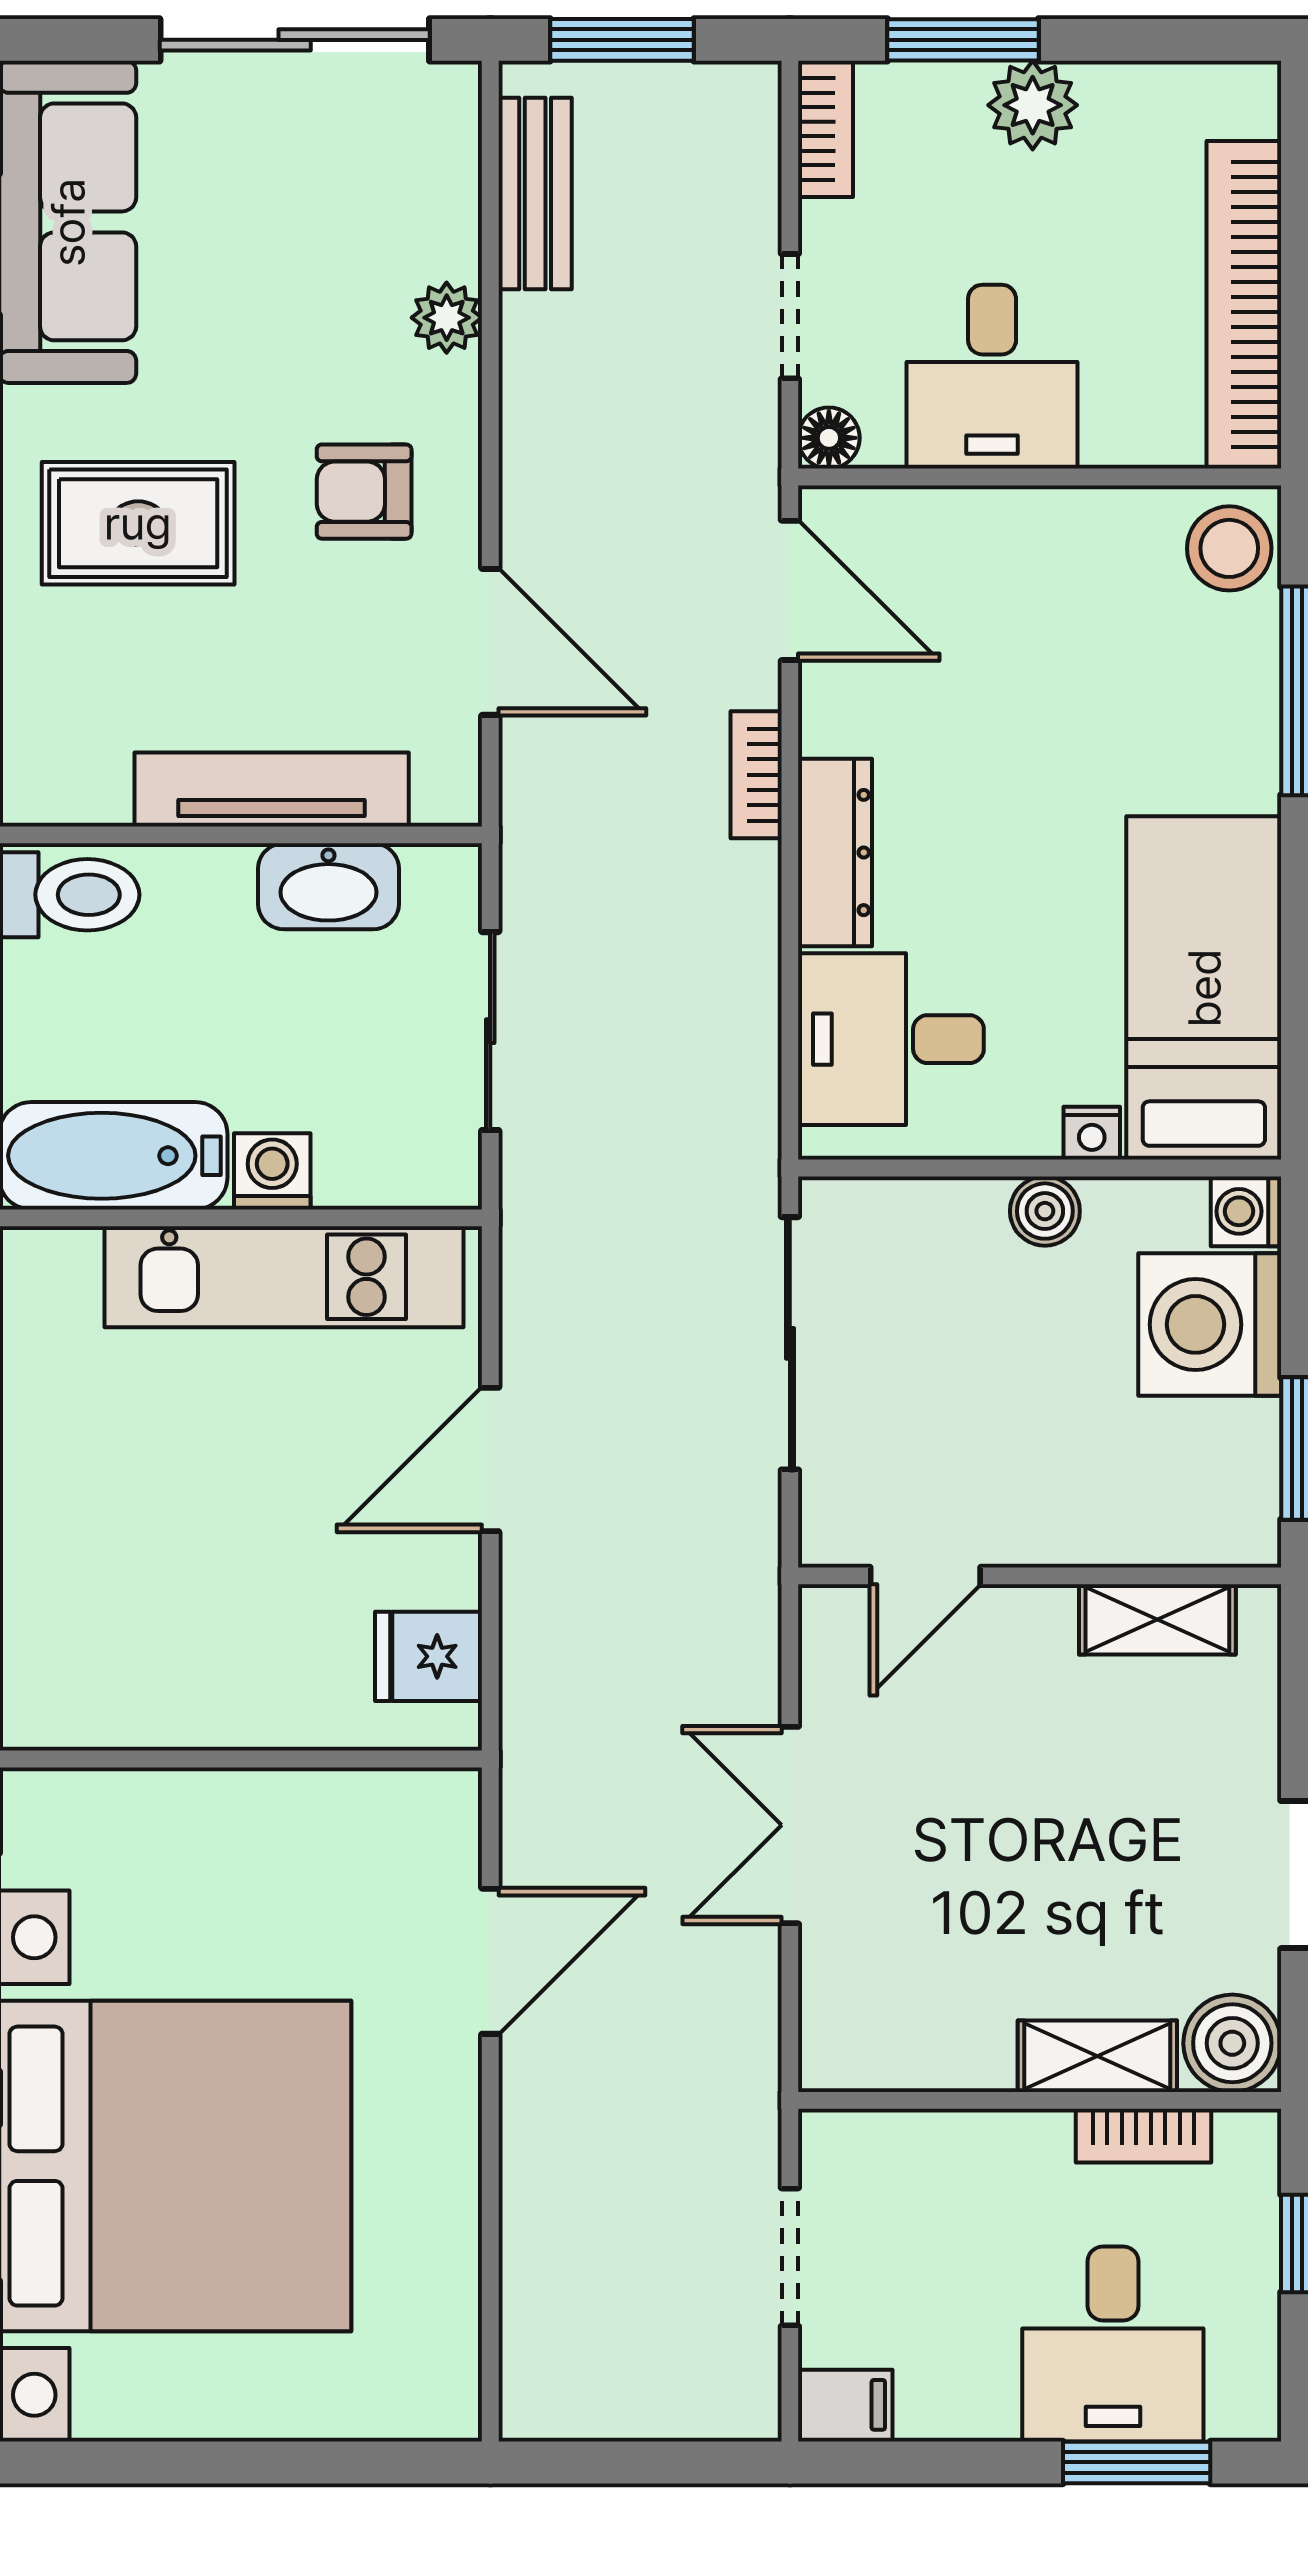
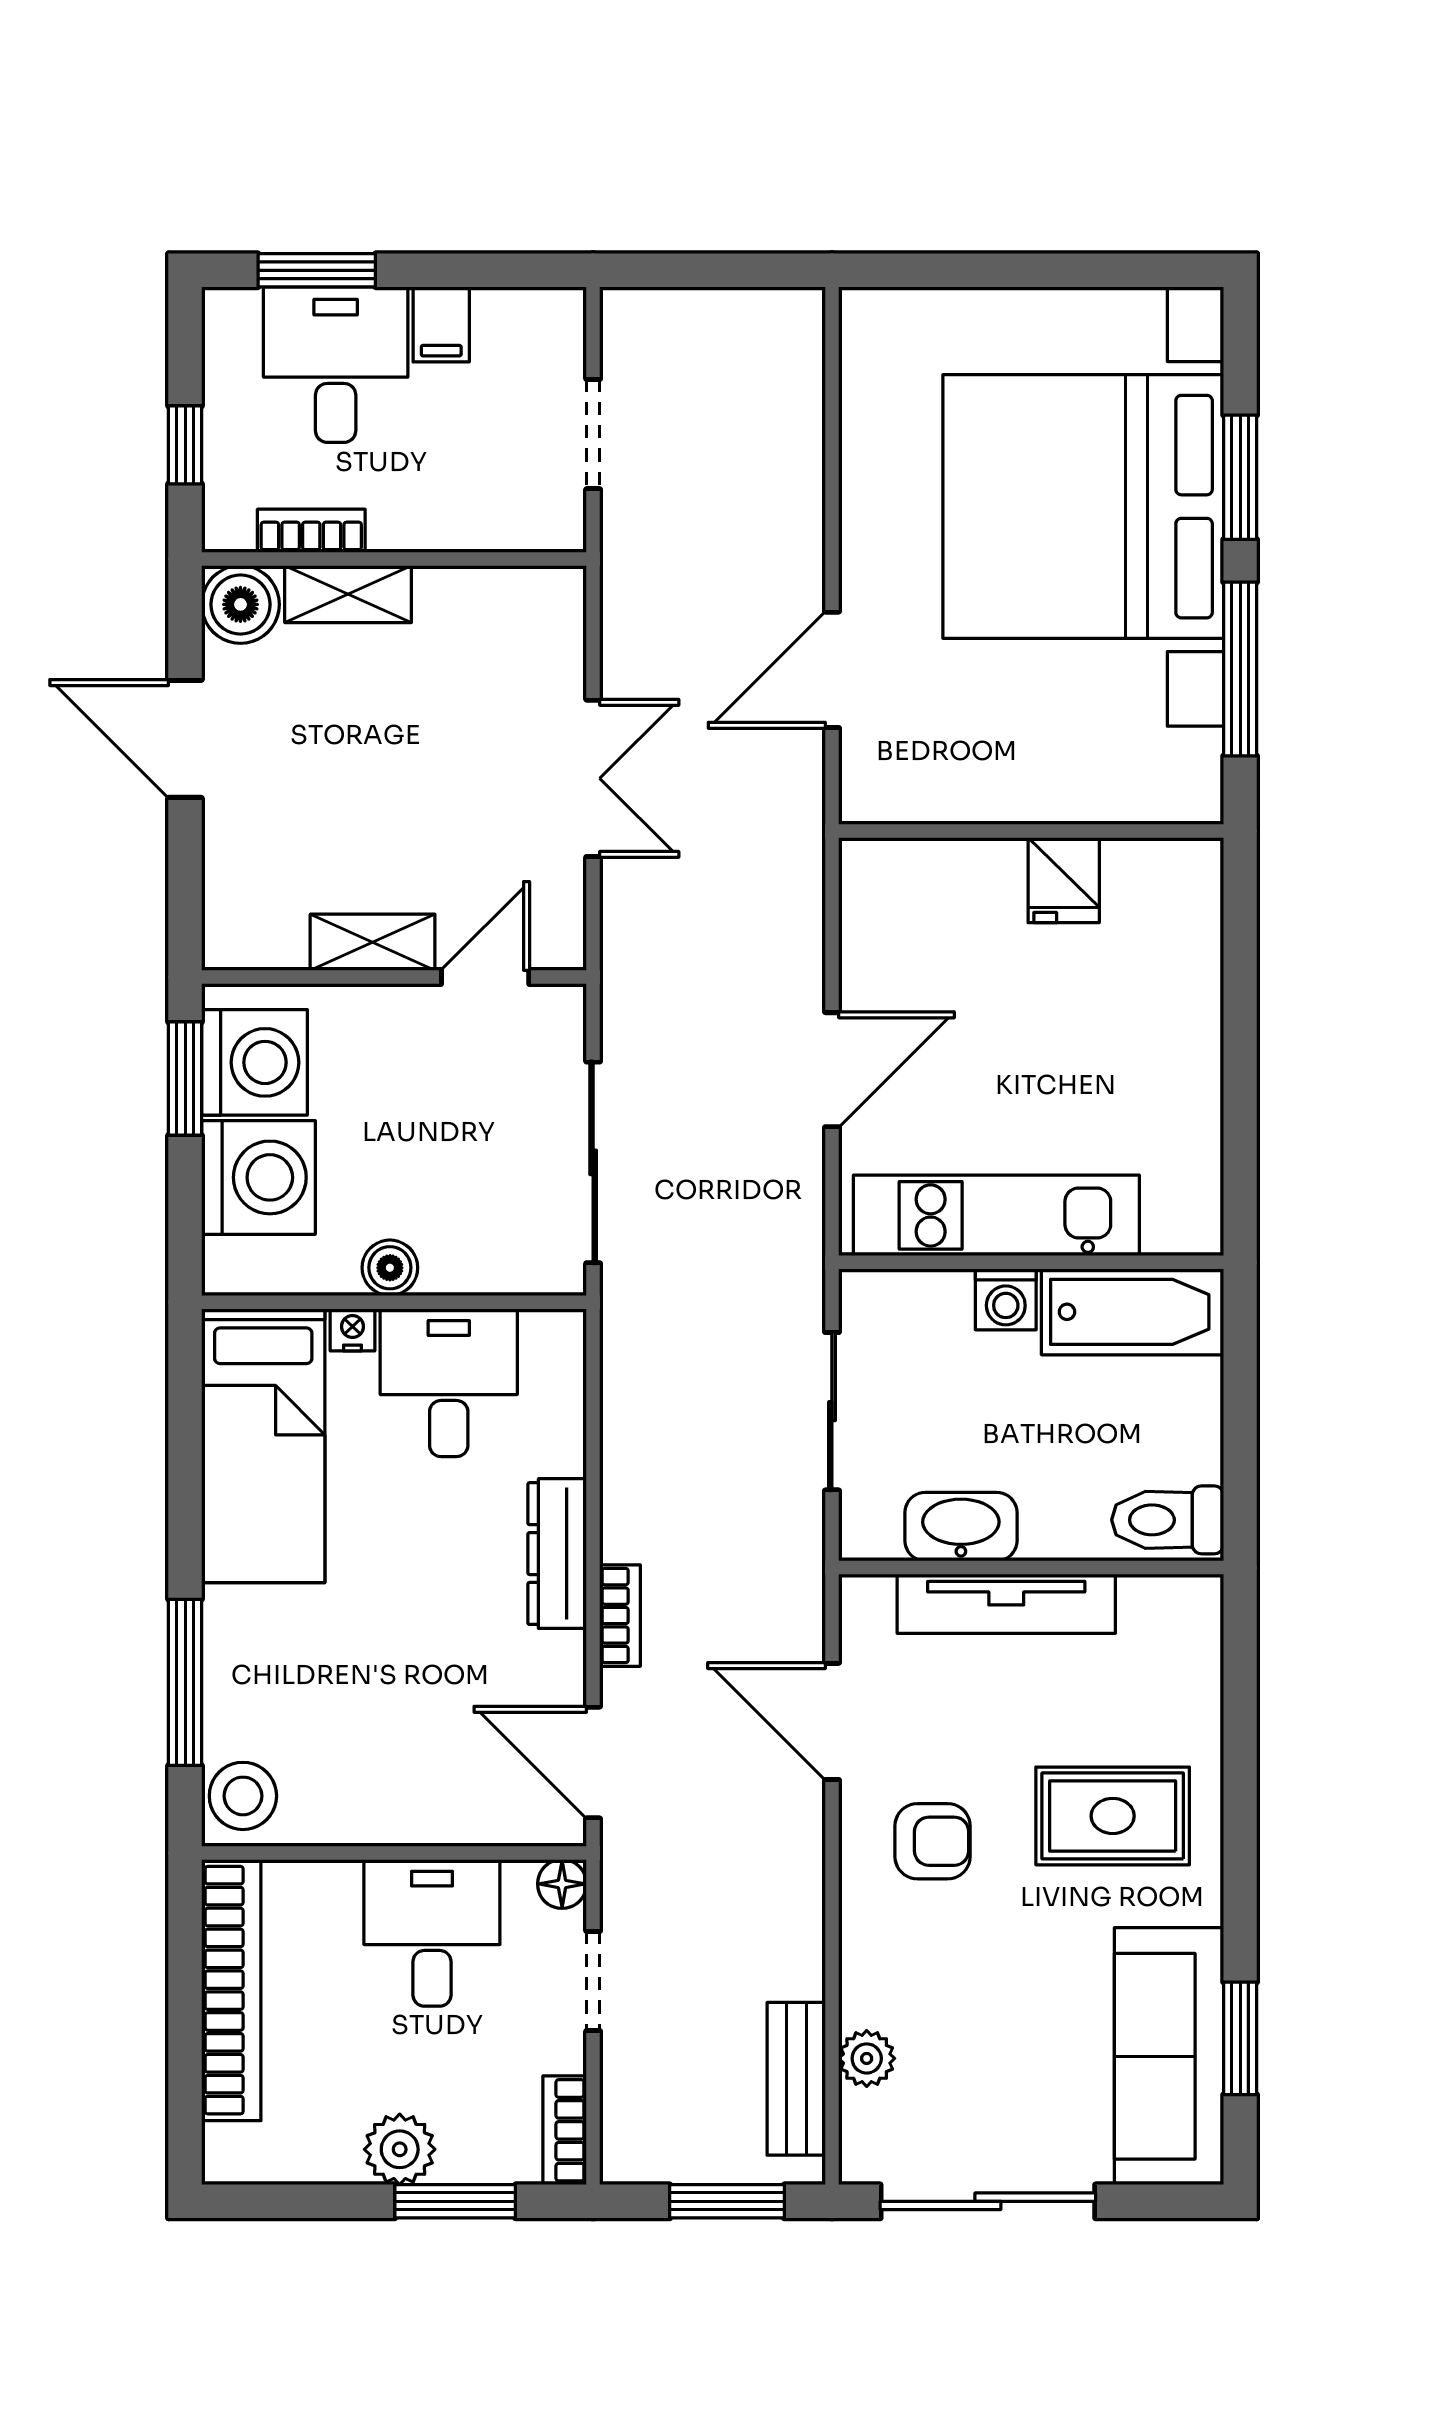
plant: (447, 318) -> (867, 2058), moved
desk: (891, 1039) -> (449, 1383), moved, turned -90
washing machine: (1246, 1211) -> (254, 1062), moved, width x1.89, depth x1.89
shelving: (1157, 1619) -> (373, 942), moved
fridge: (429, 1656) -> (1064, 880), moved, turned 90
filing cabinet: (845, 2405) -> (441, 324), moved, turned -90

